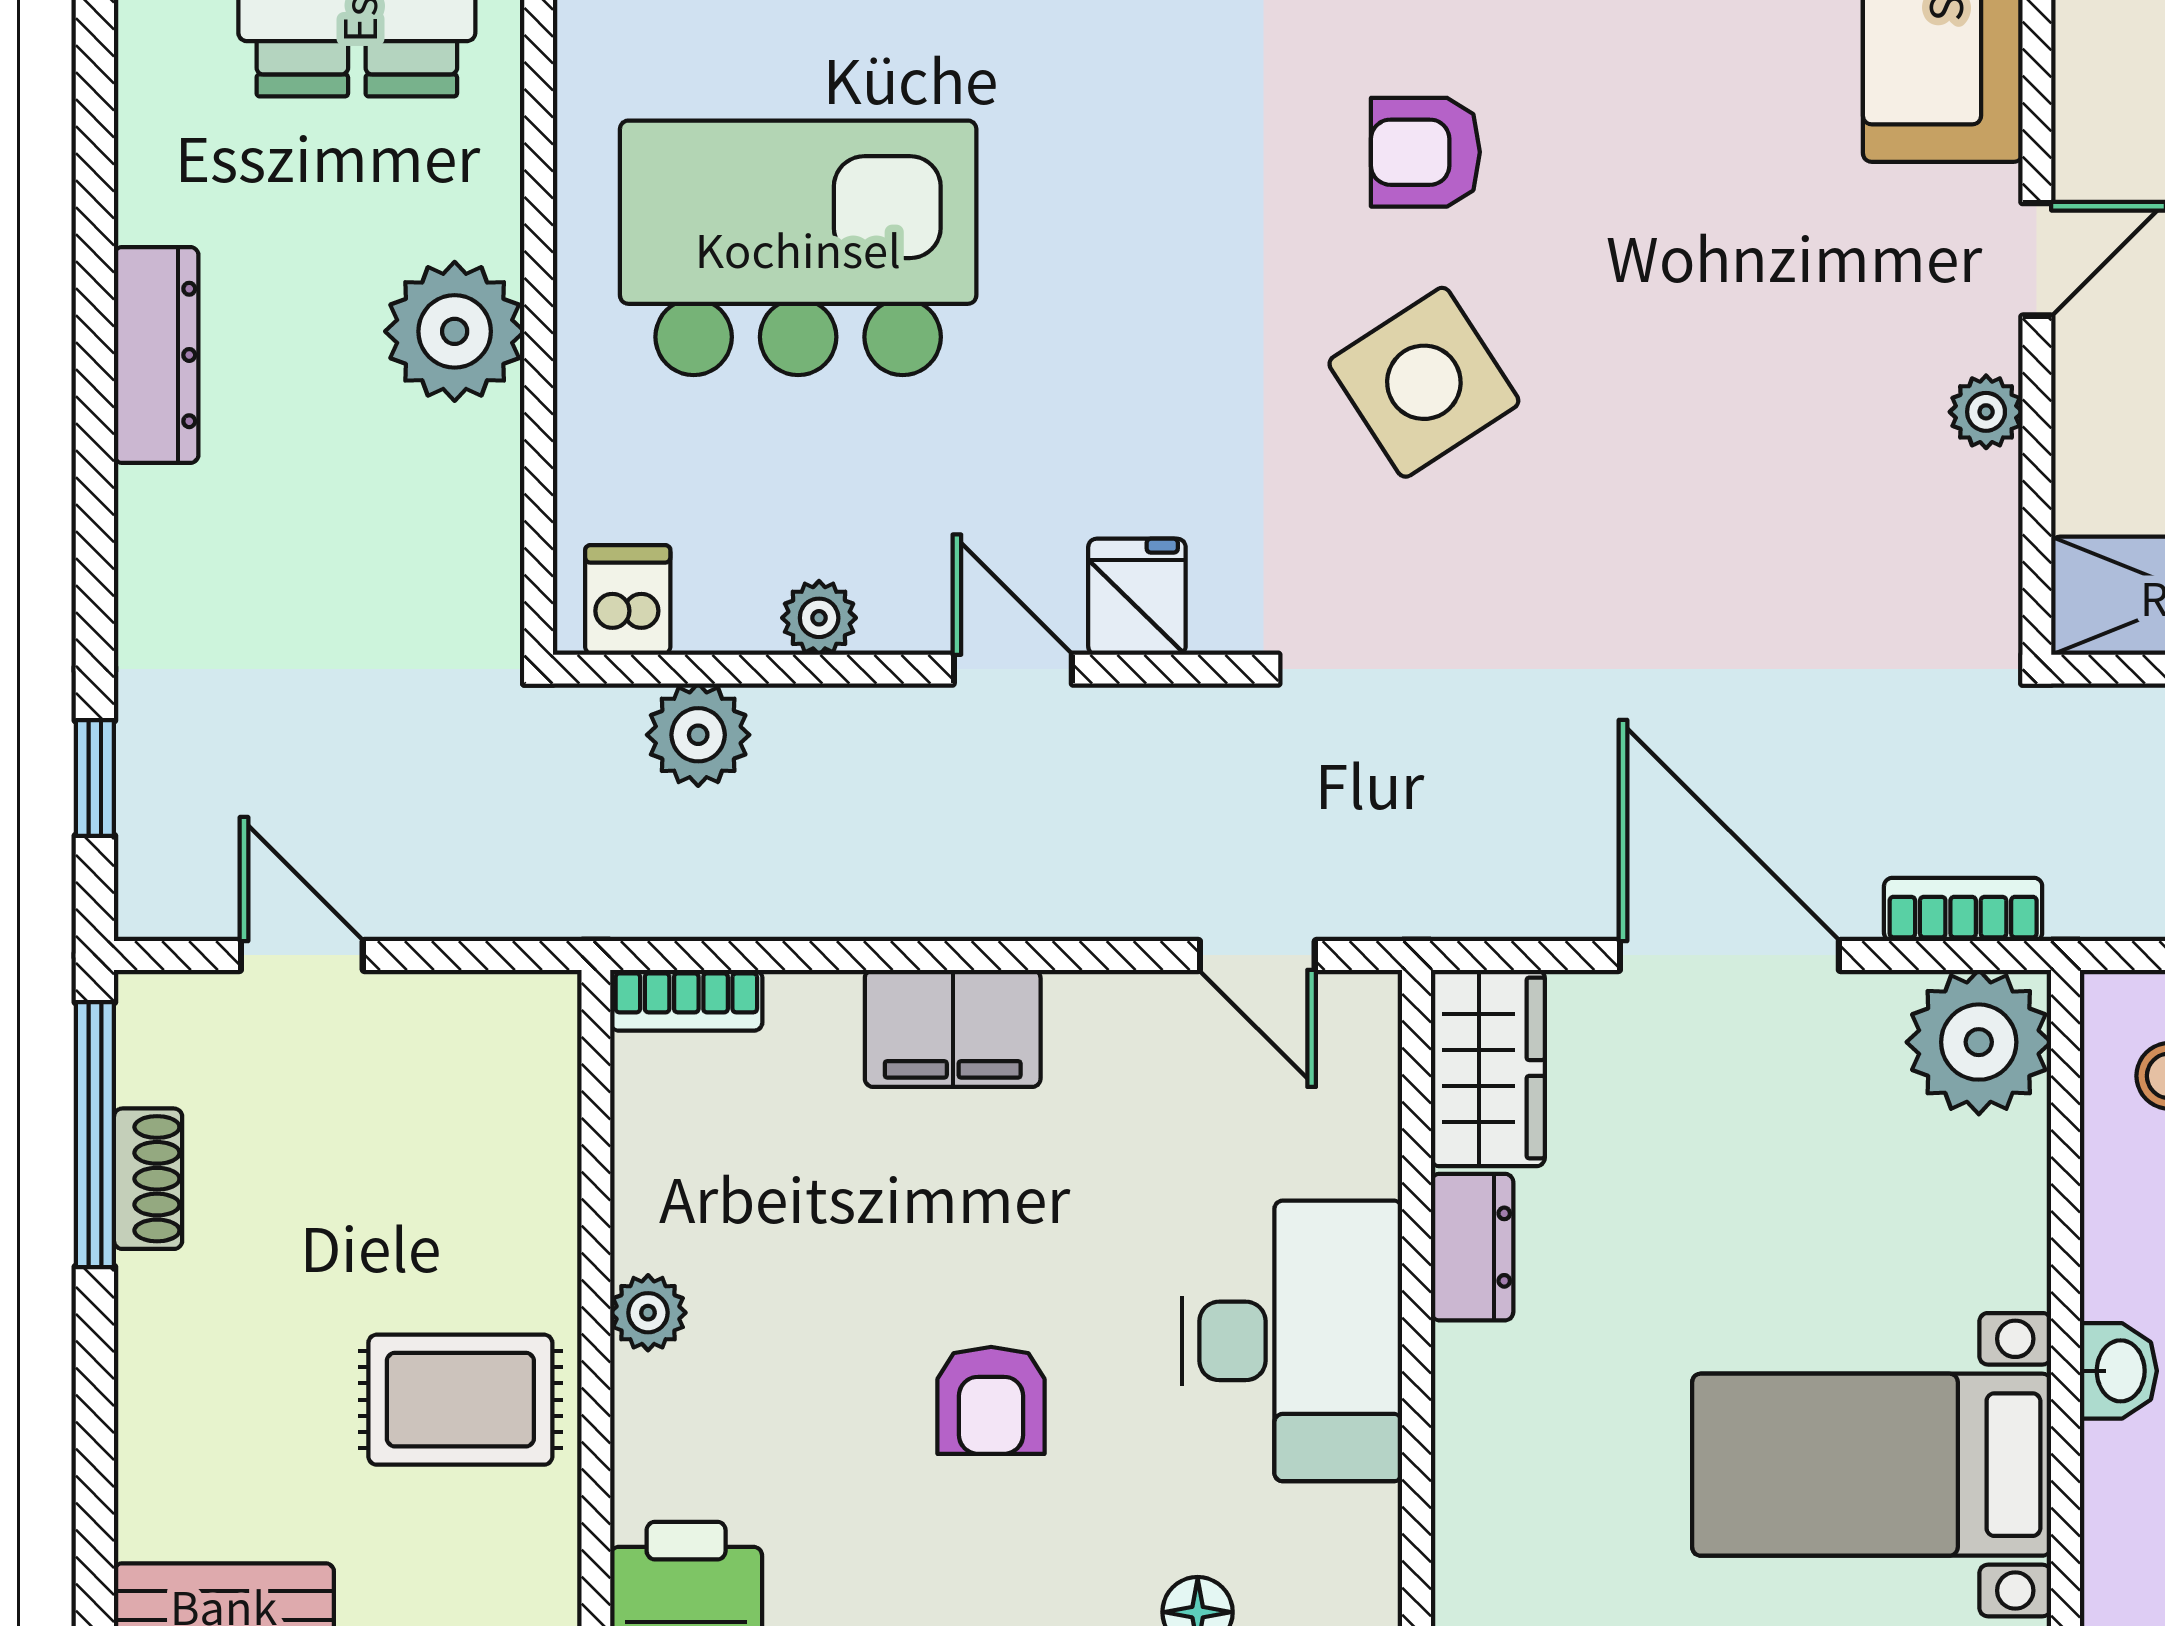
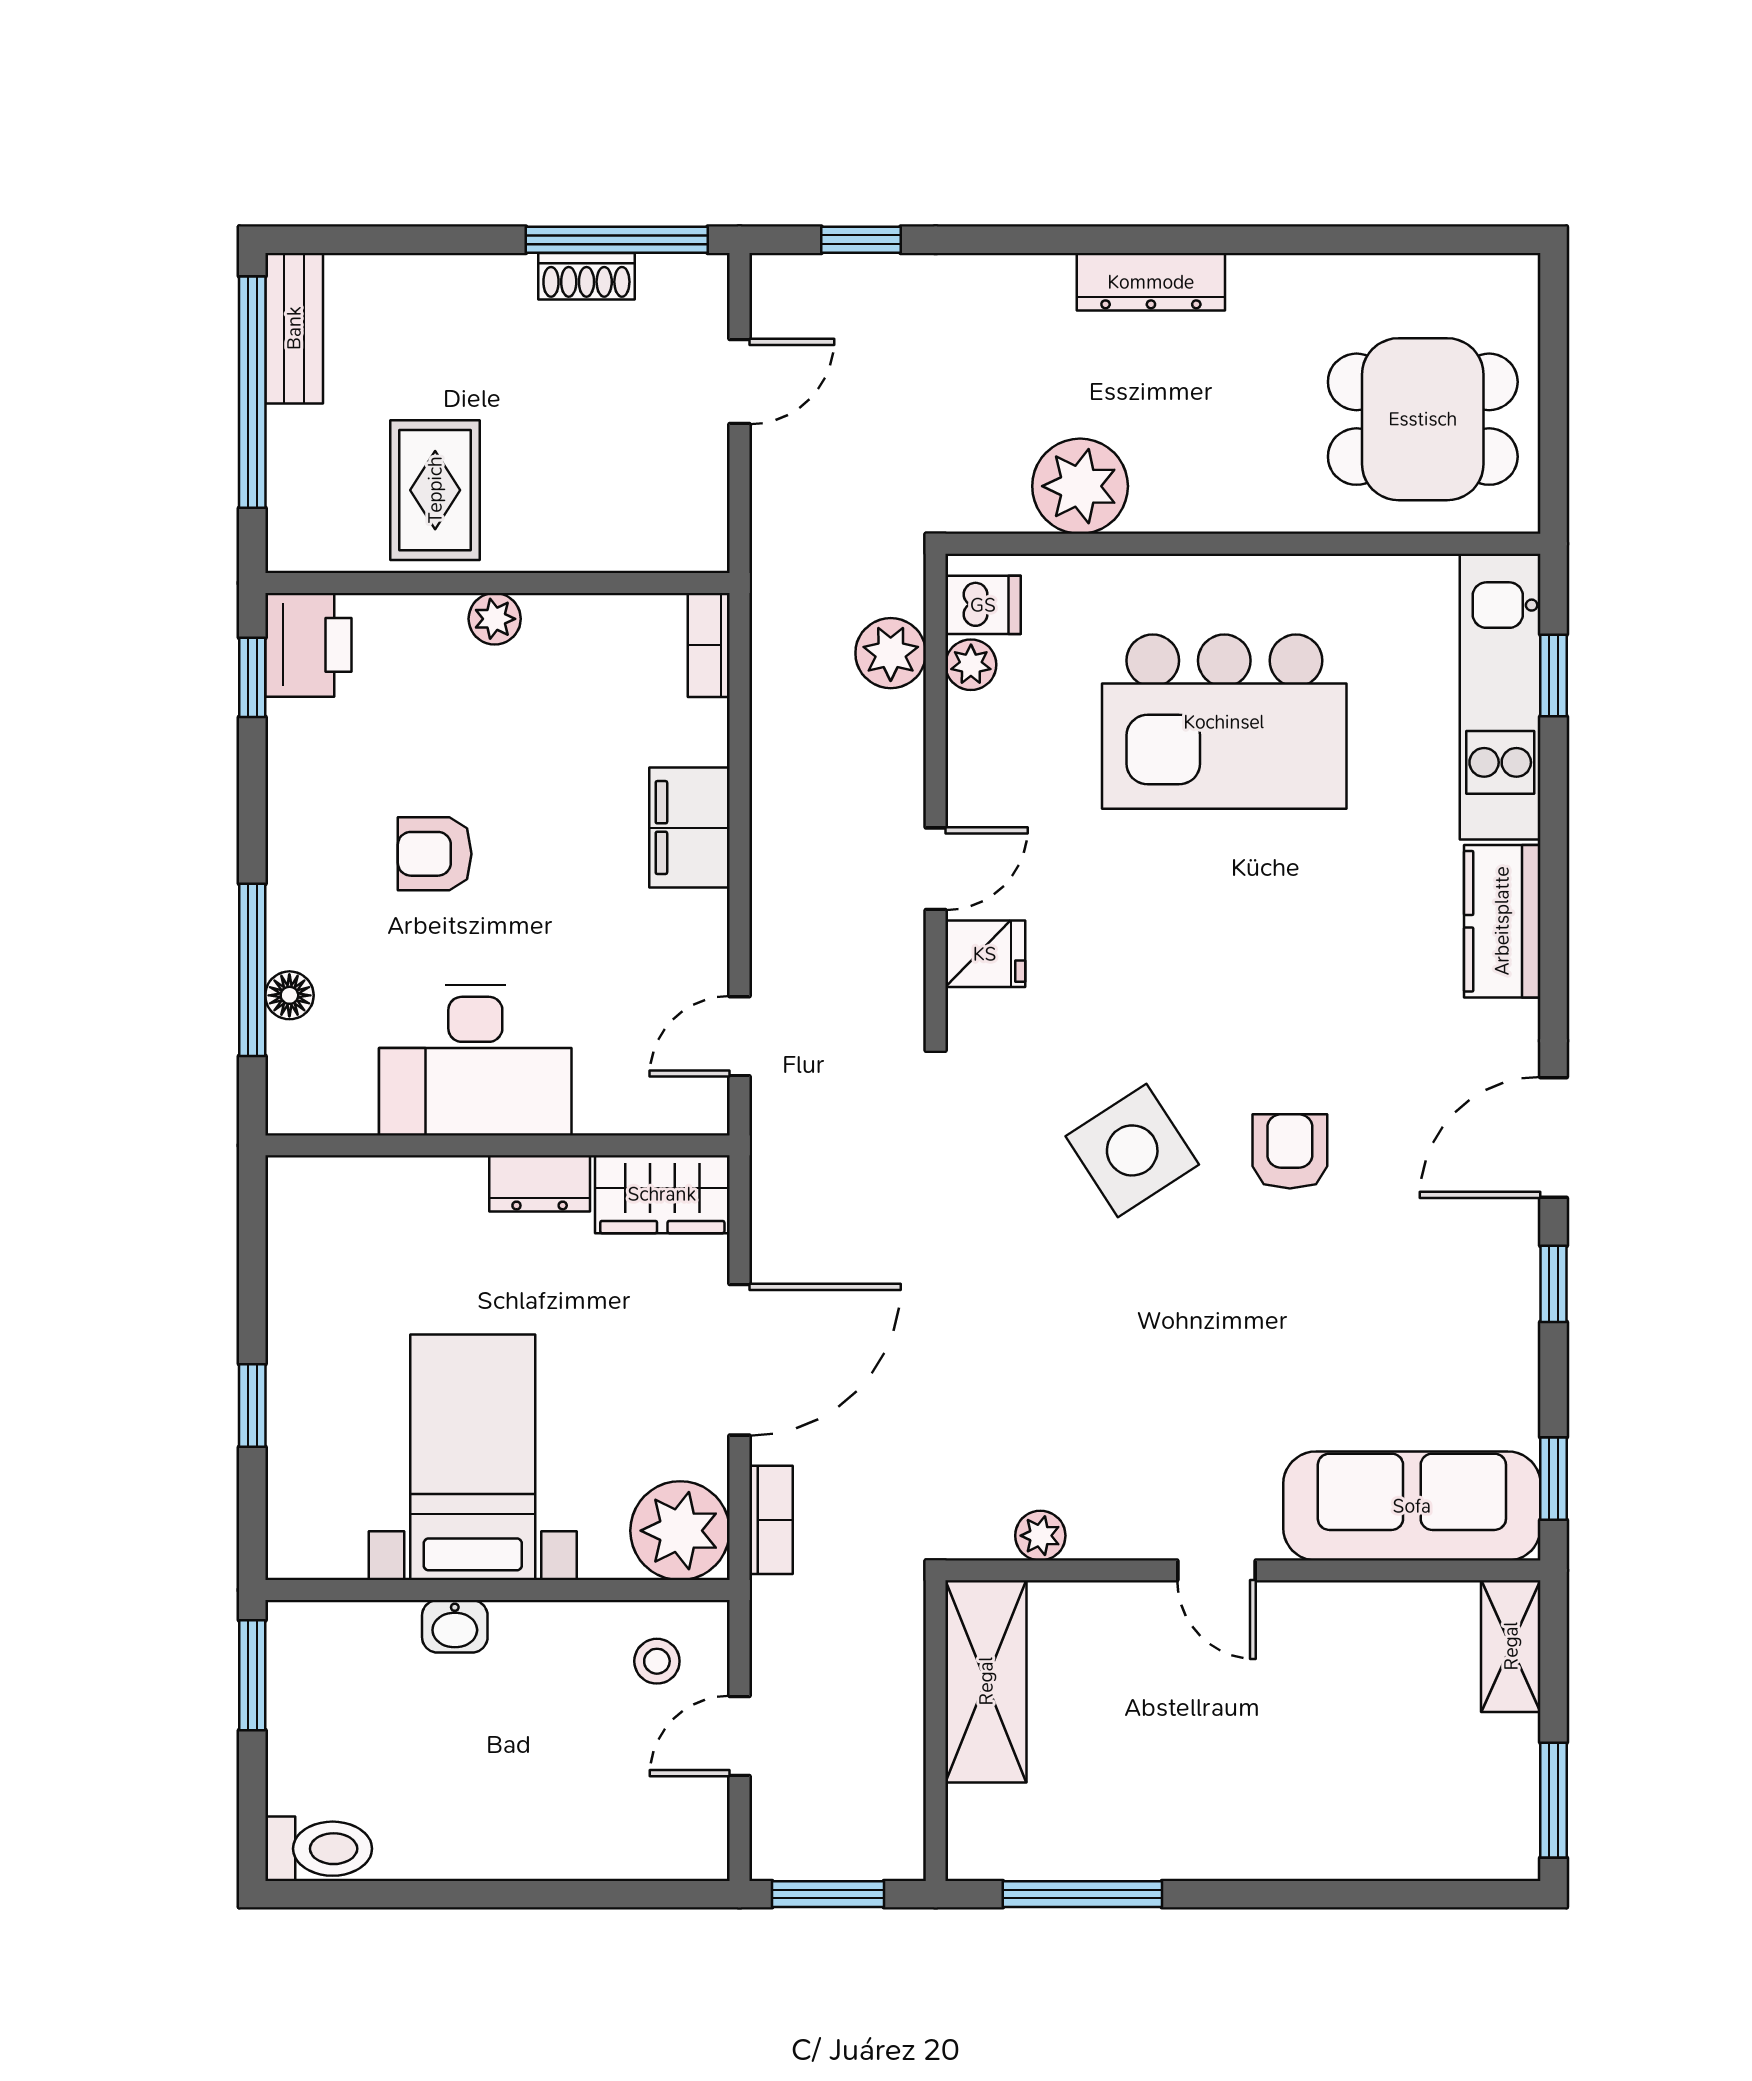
kitchen island: (798, 248) -> (1224, 722), turned 90
plant: (455, 331) -> (1080, 486), moved
plant: (1986, 412) -> (1040, 1536), moved
plant: (819, 618) -> (971, 665), moved
bed with nightstands: (1872, 1465) -> (473, 1457), moved

